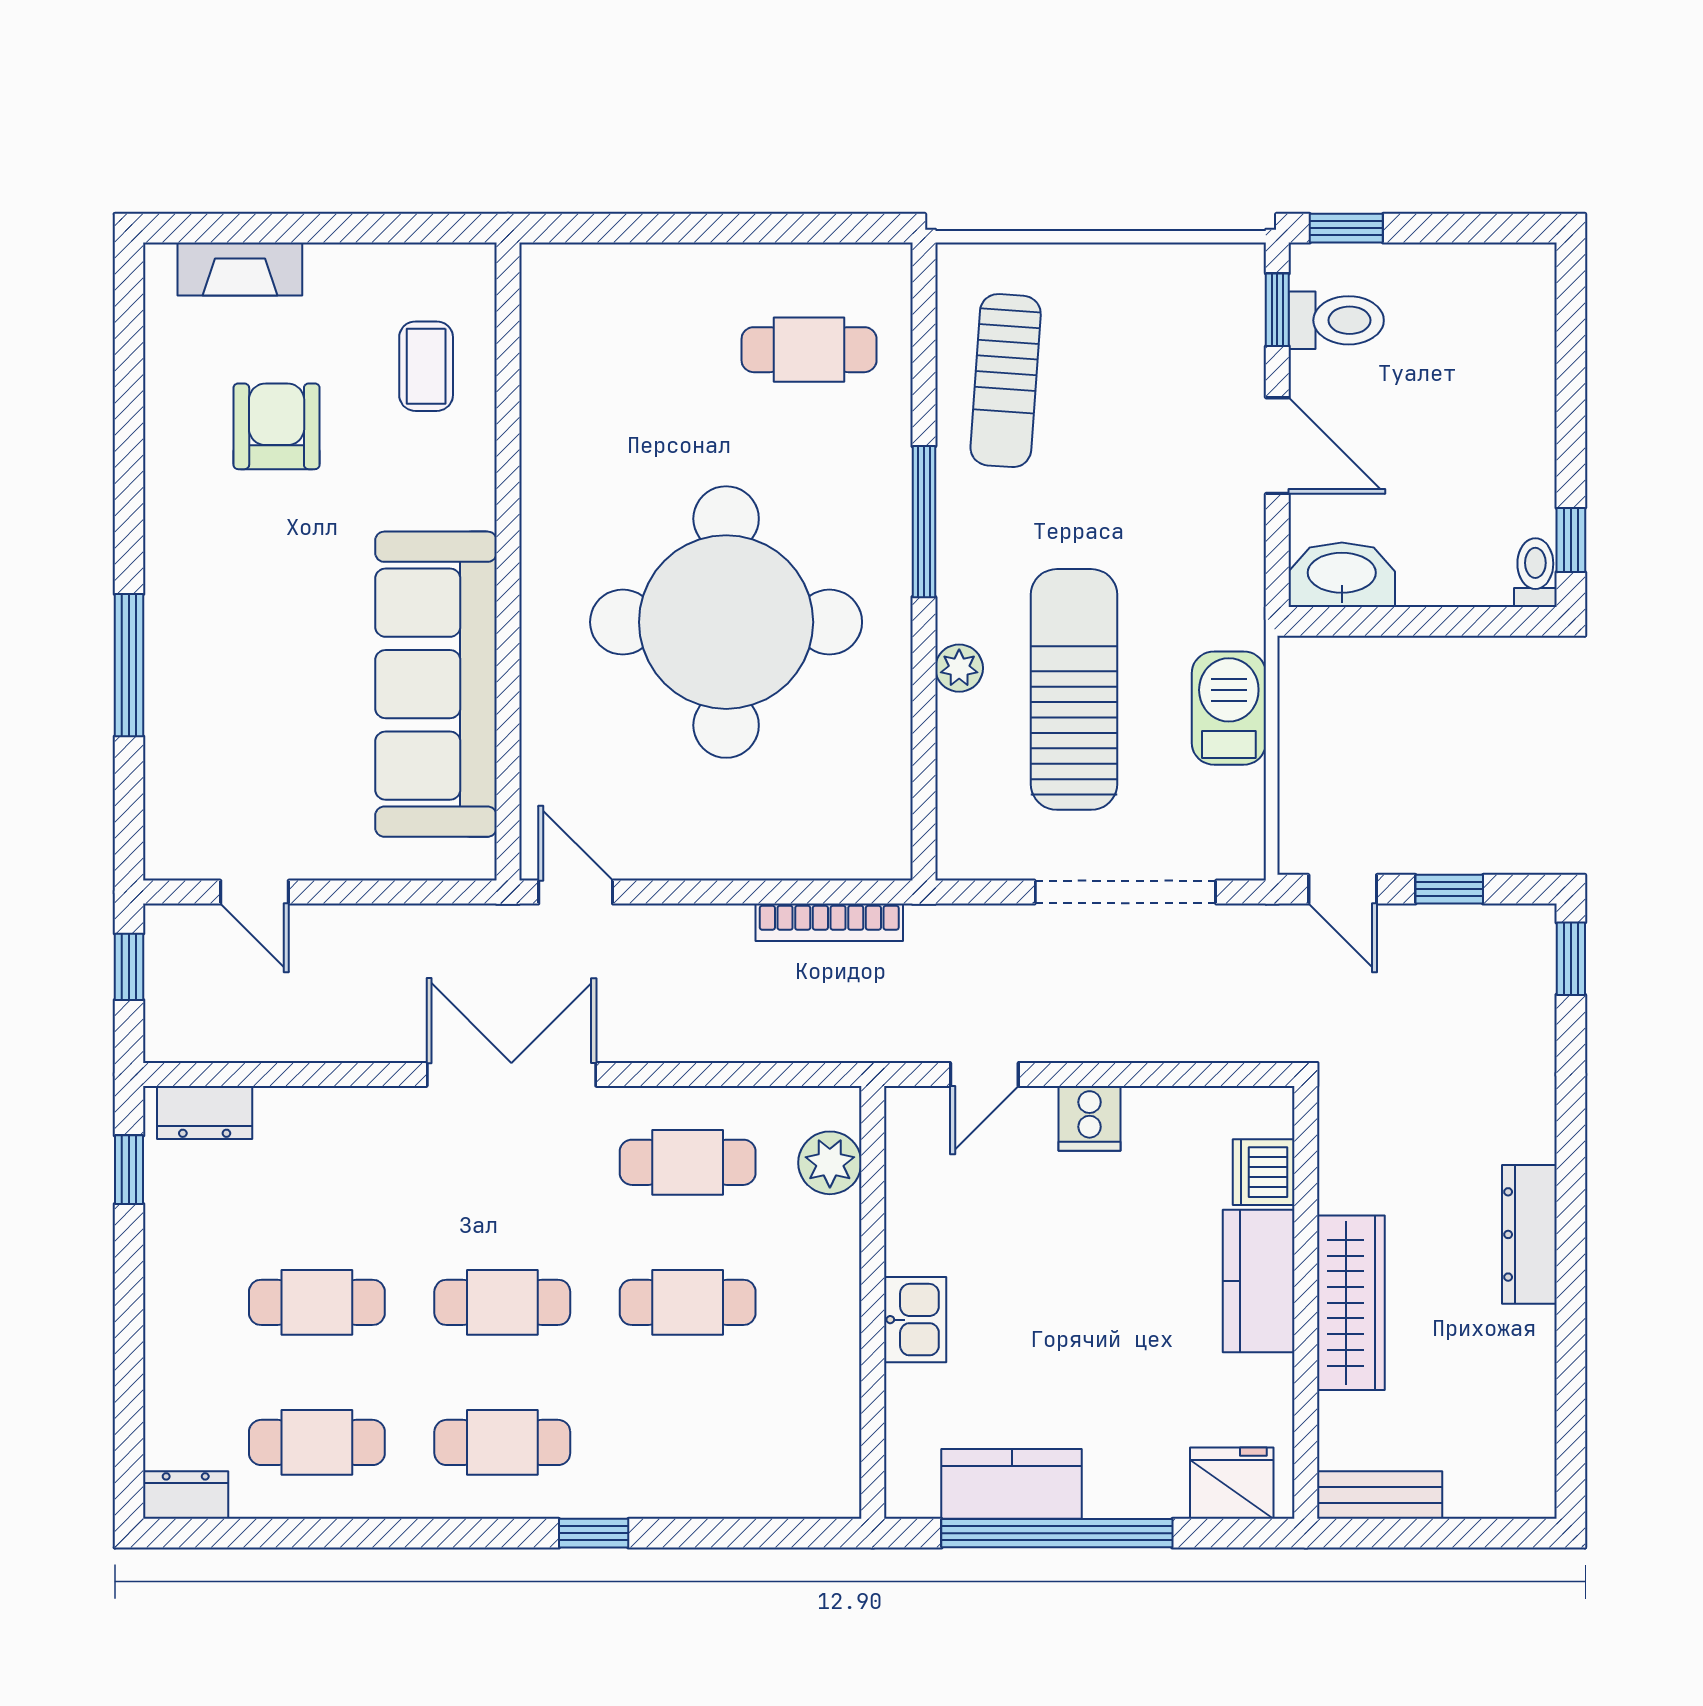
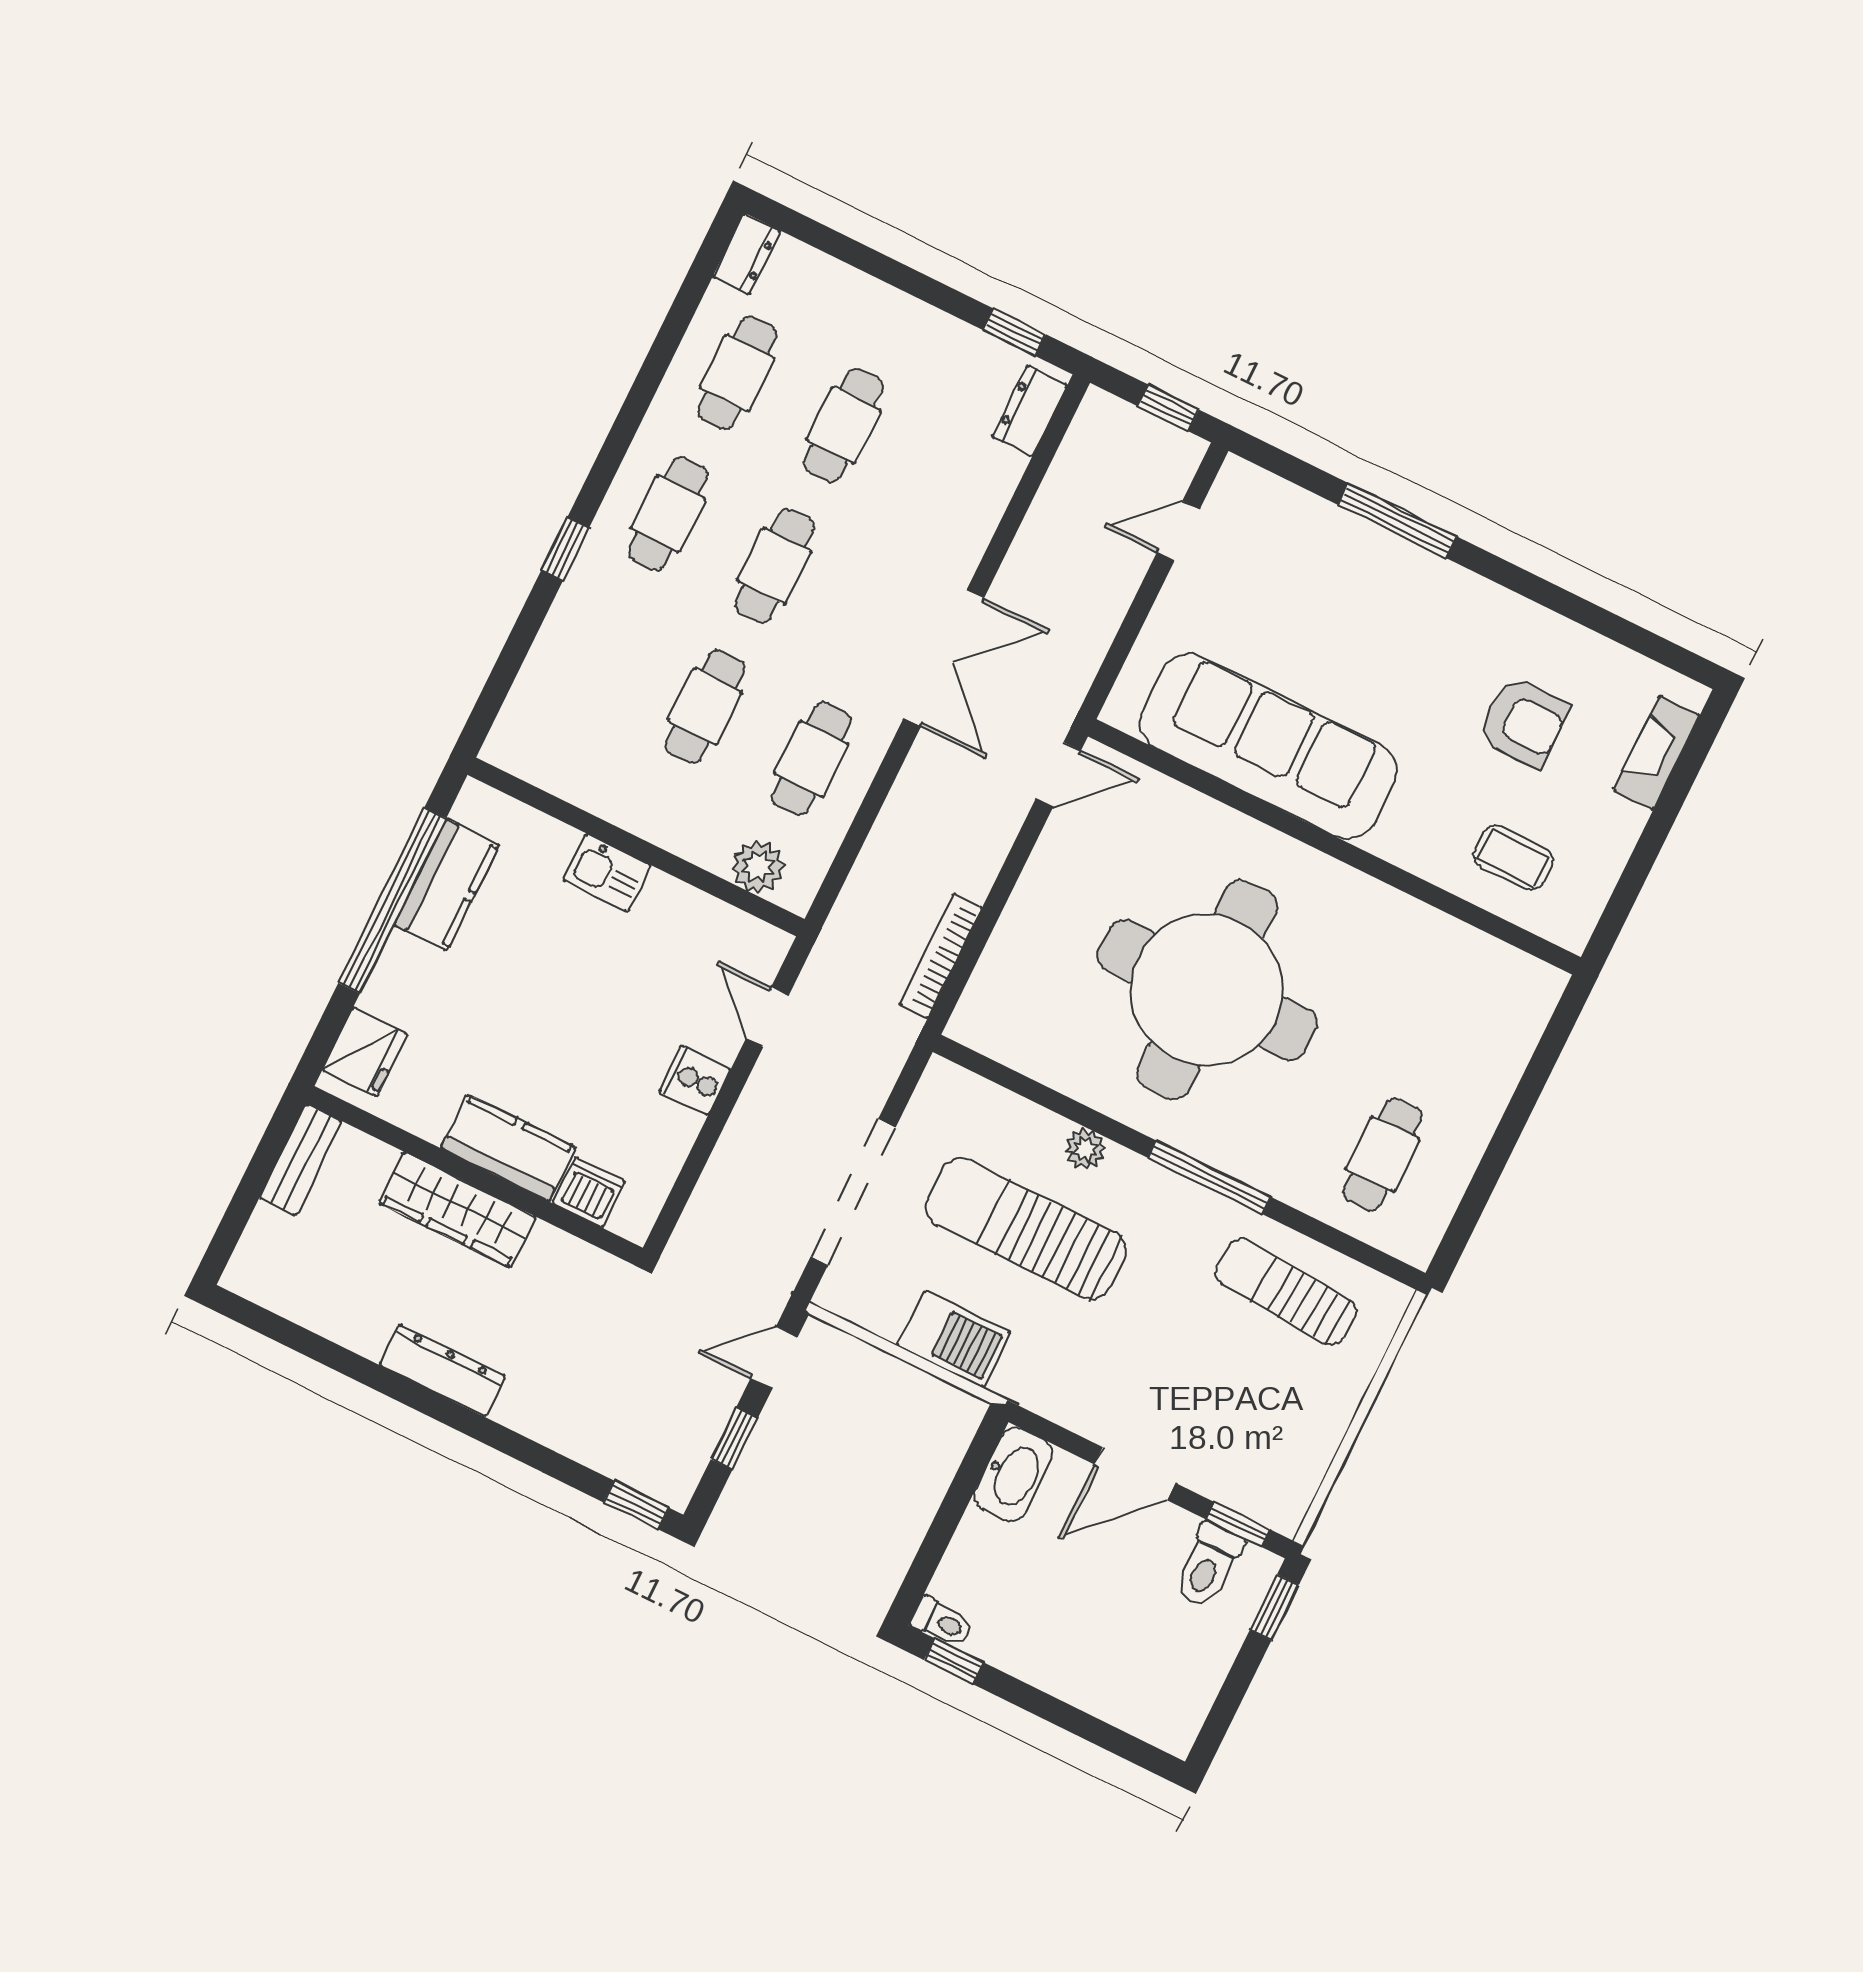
sun lounger: (1074, 689) -> (1026, 1229), turned 180

